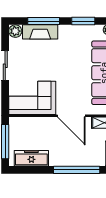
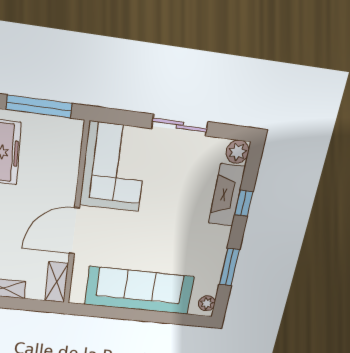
window: (44, 21) -> (244, 203), width x0.46

